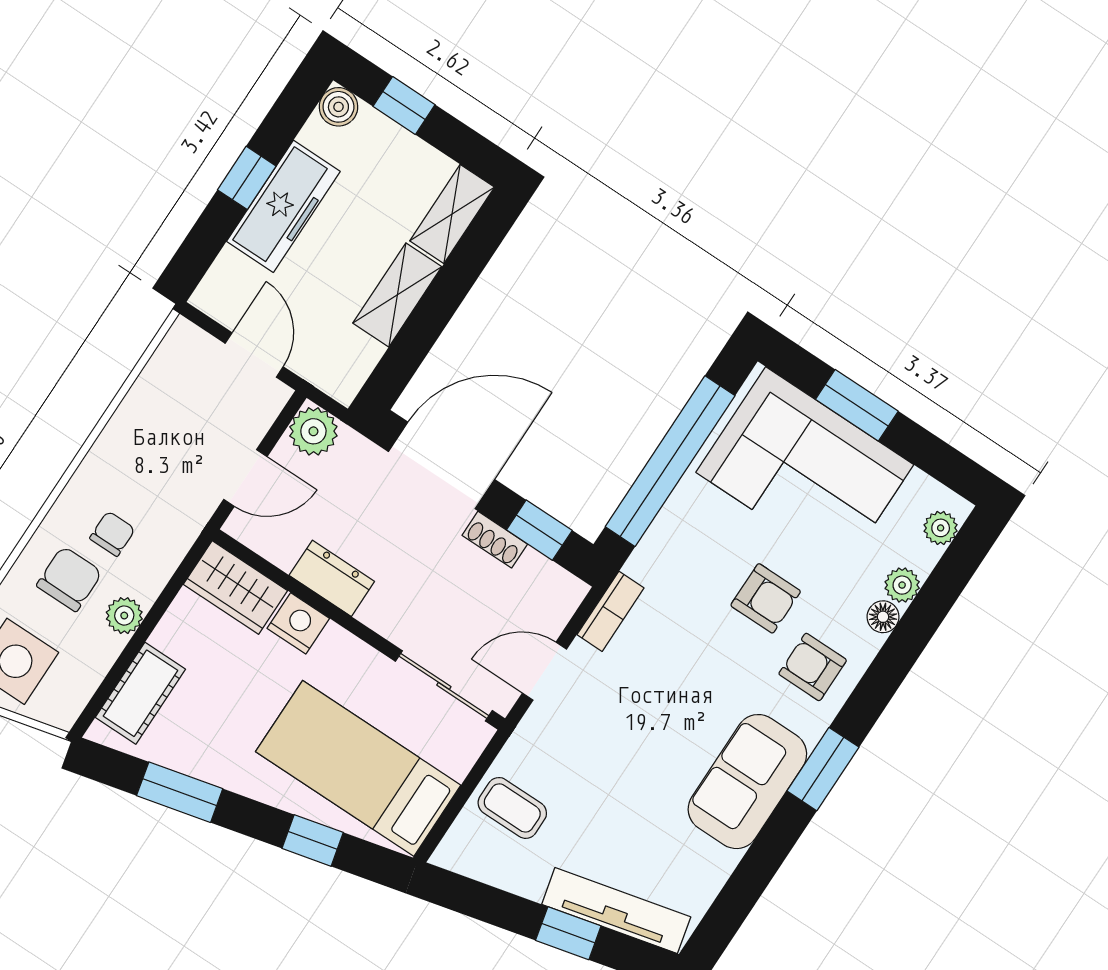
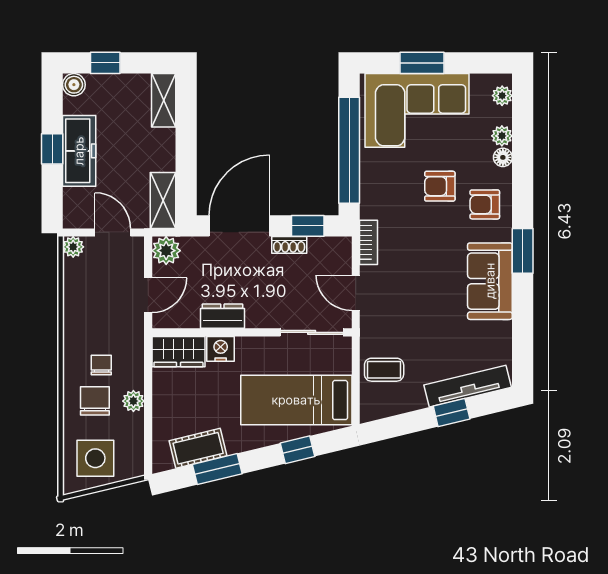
shelving: (397, 295) -> (163, 200), moved
plant: (184, 338) -> (73, 247), added
armchair: (766, 598) -> (440, 186), turned 180
door: (545, 671) -> (356, 293), hinge flipped
cot: (140, 693) -> (198, 448), moved, turned 76

